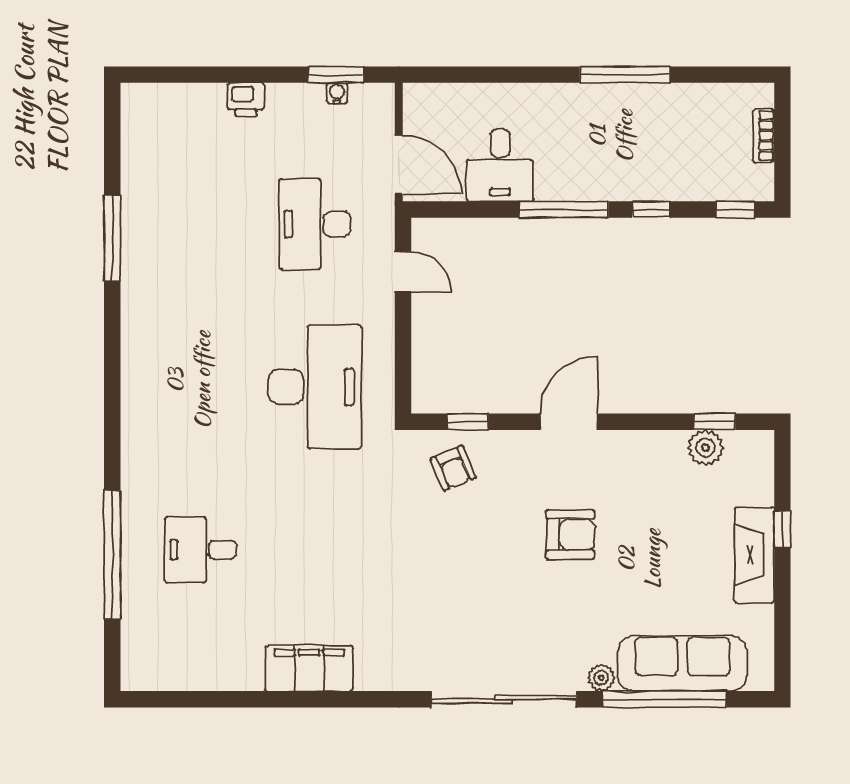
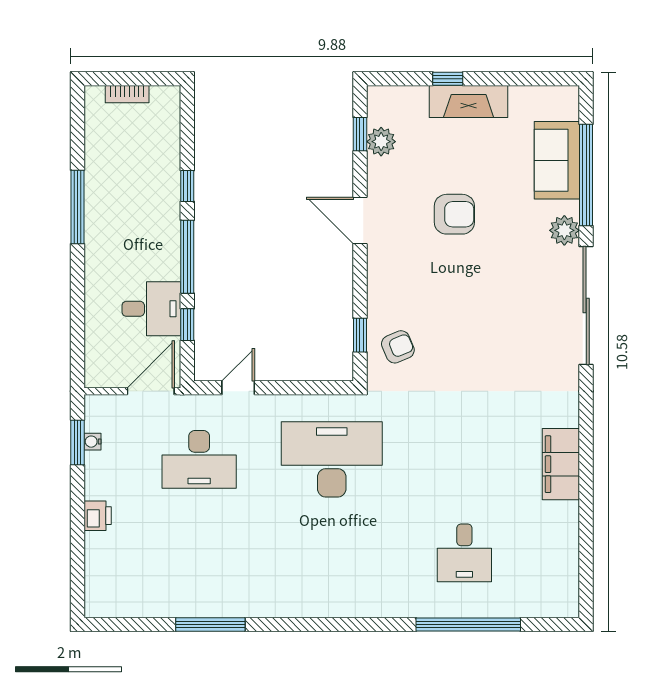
window: (735, 210) -> (187, 325), moved
door: (569, 422) -> (360, 221), moved
armchair: (570, 535) -> (454, 214), moved, turned 90
sofa: (682, 664) -> (557, 160), width x0.73
plant: (601, 678) -> (564, 230), width x1.38, depth x1.38

